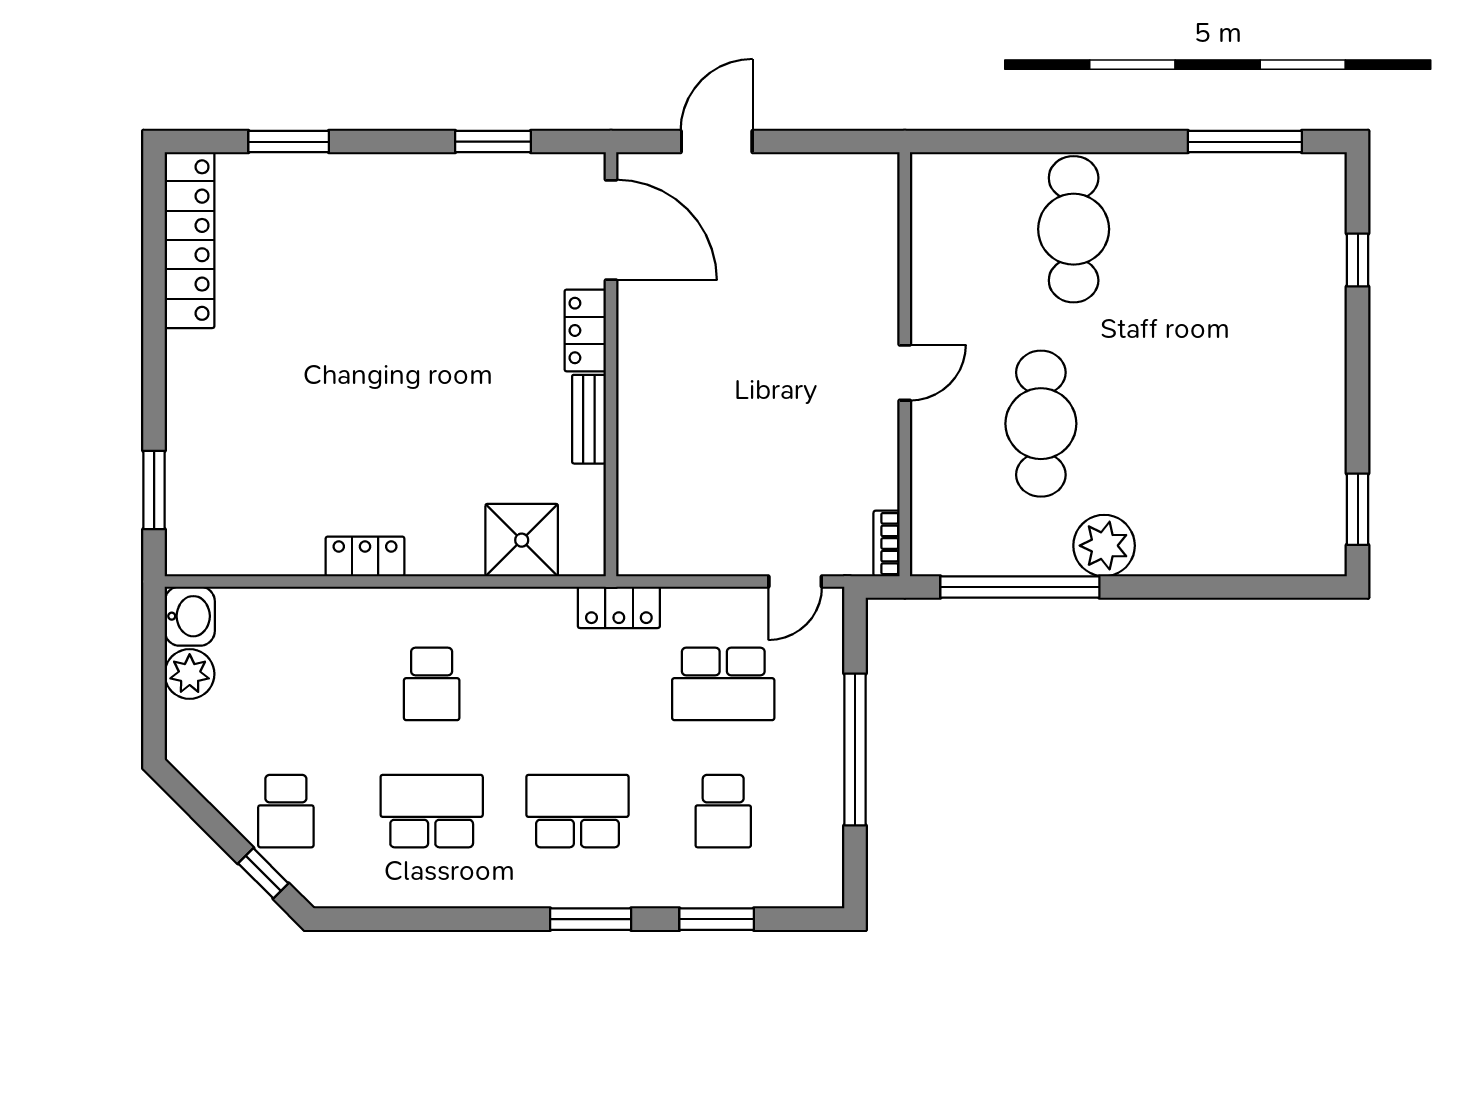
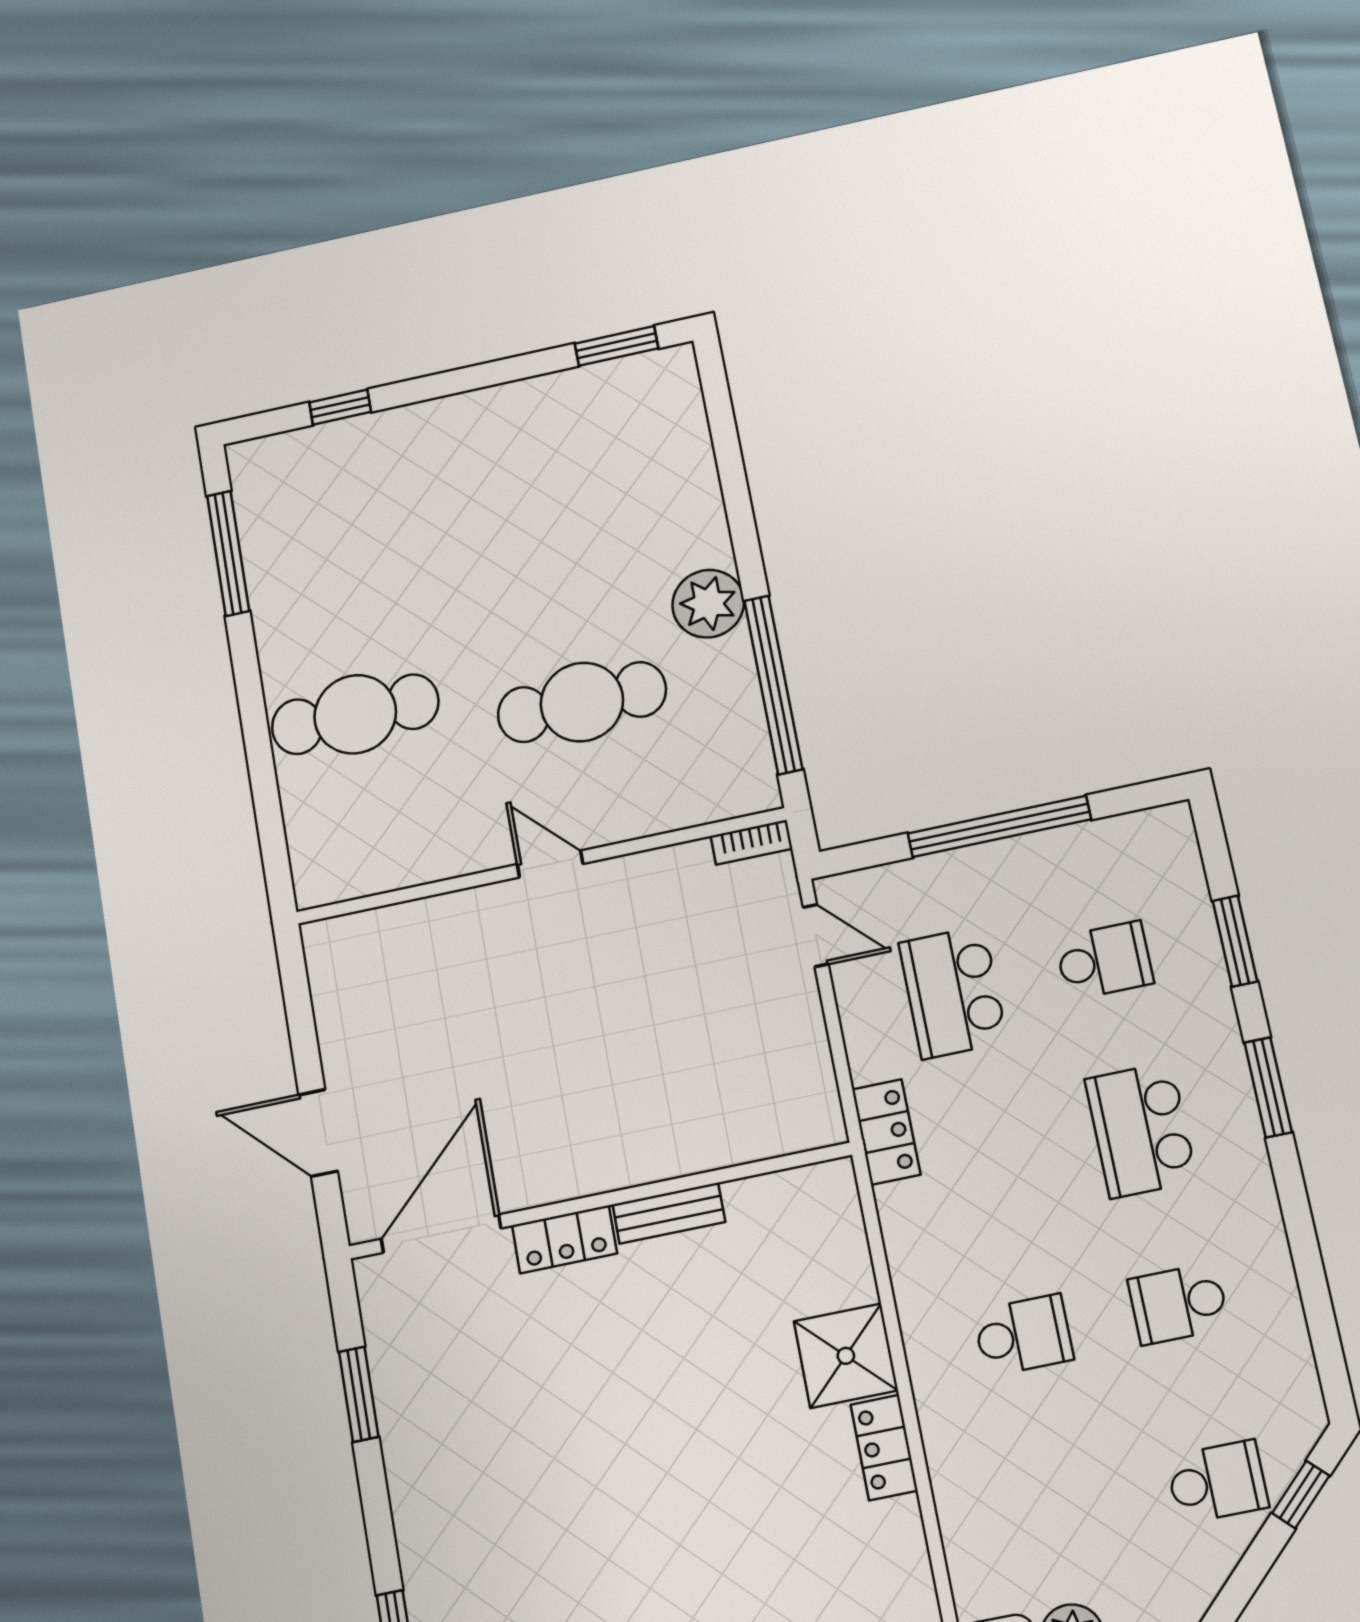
shower: (522, 540) -> (846, 1356), moved
school desk: (723, 684) -> (953, 992), turned 180
school desk: (432, 811) -> (1179, 1304), width x0.54

